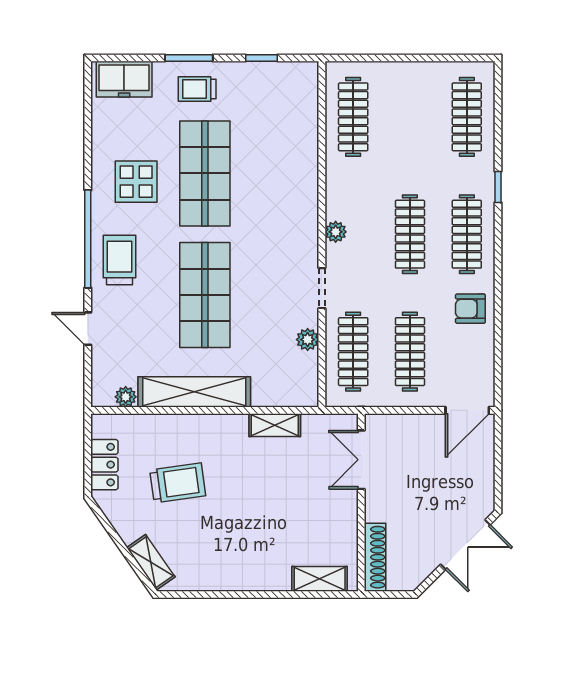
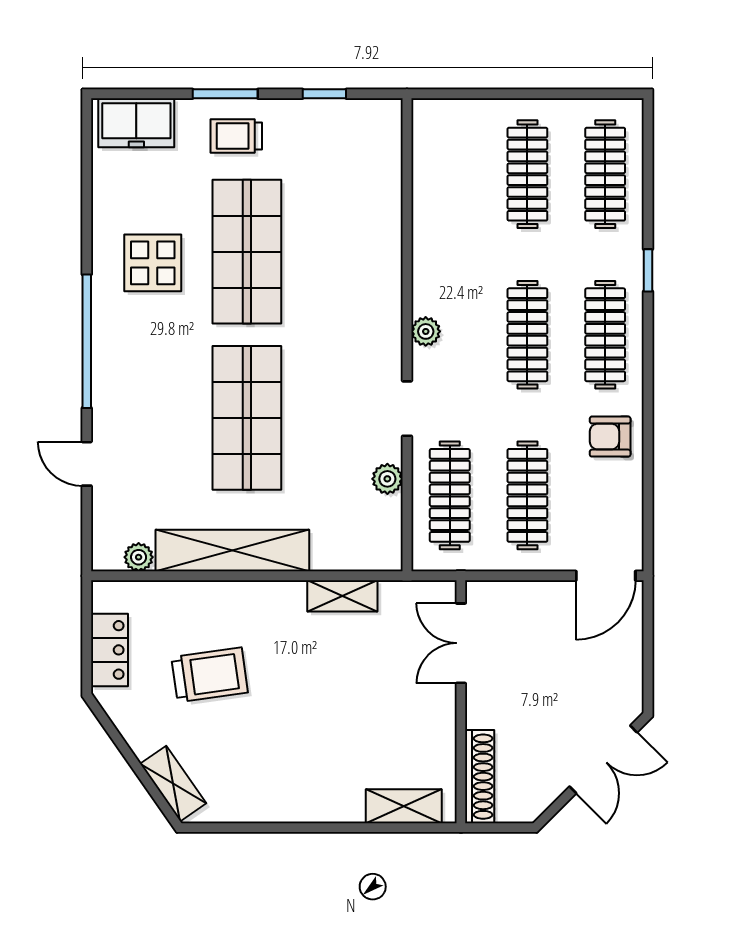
clothes rail: (353, 117) -> (527, 174), moved
trolley: (119, 260) -> (130, 370), removed

